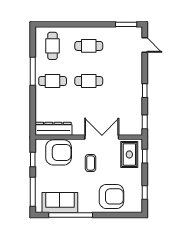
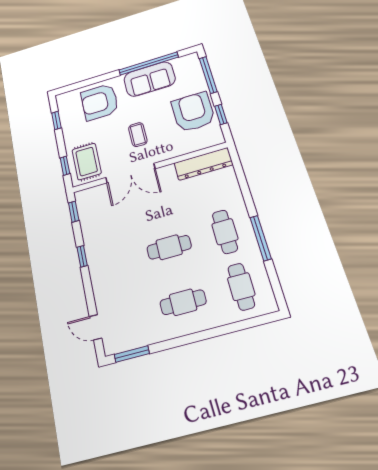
cafe table: (53, 81) -> (225, 232), turned 90
armchair: (59, 152) -> (193, 112), moved, turned 90
sofa: (60, 202) -> (149, 79), moved

